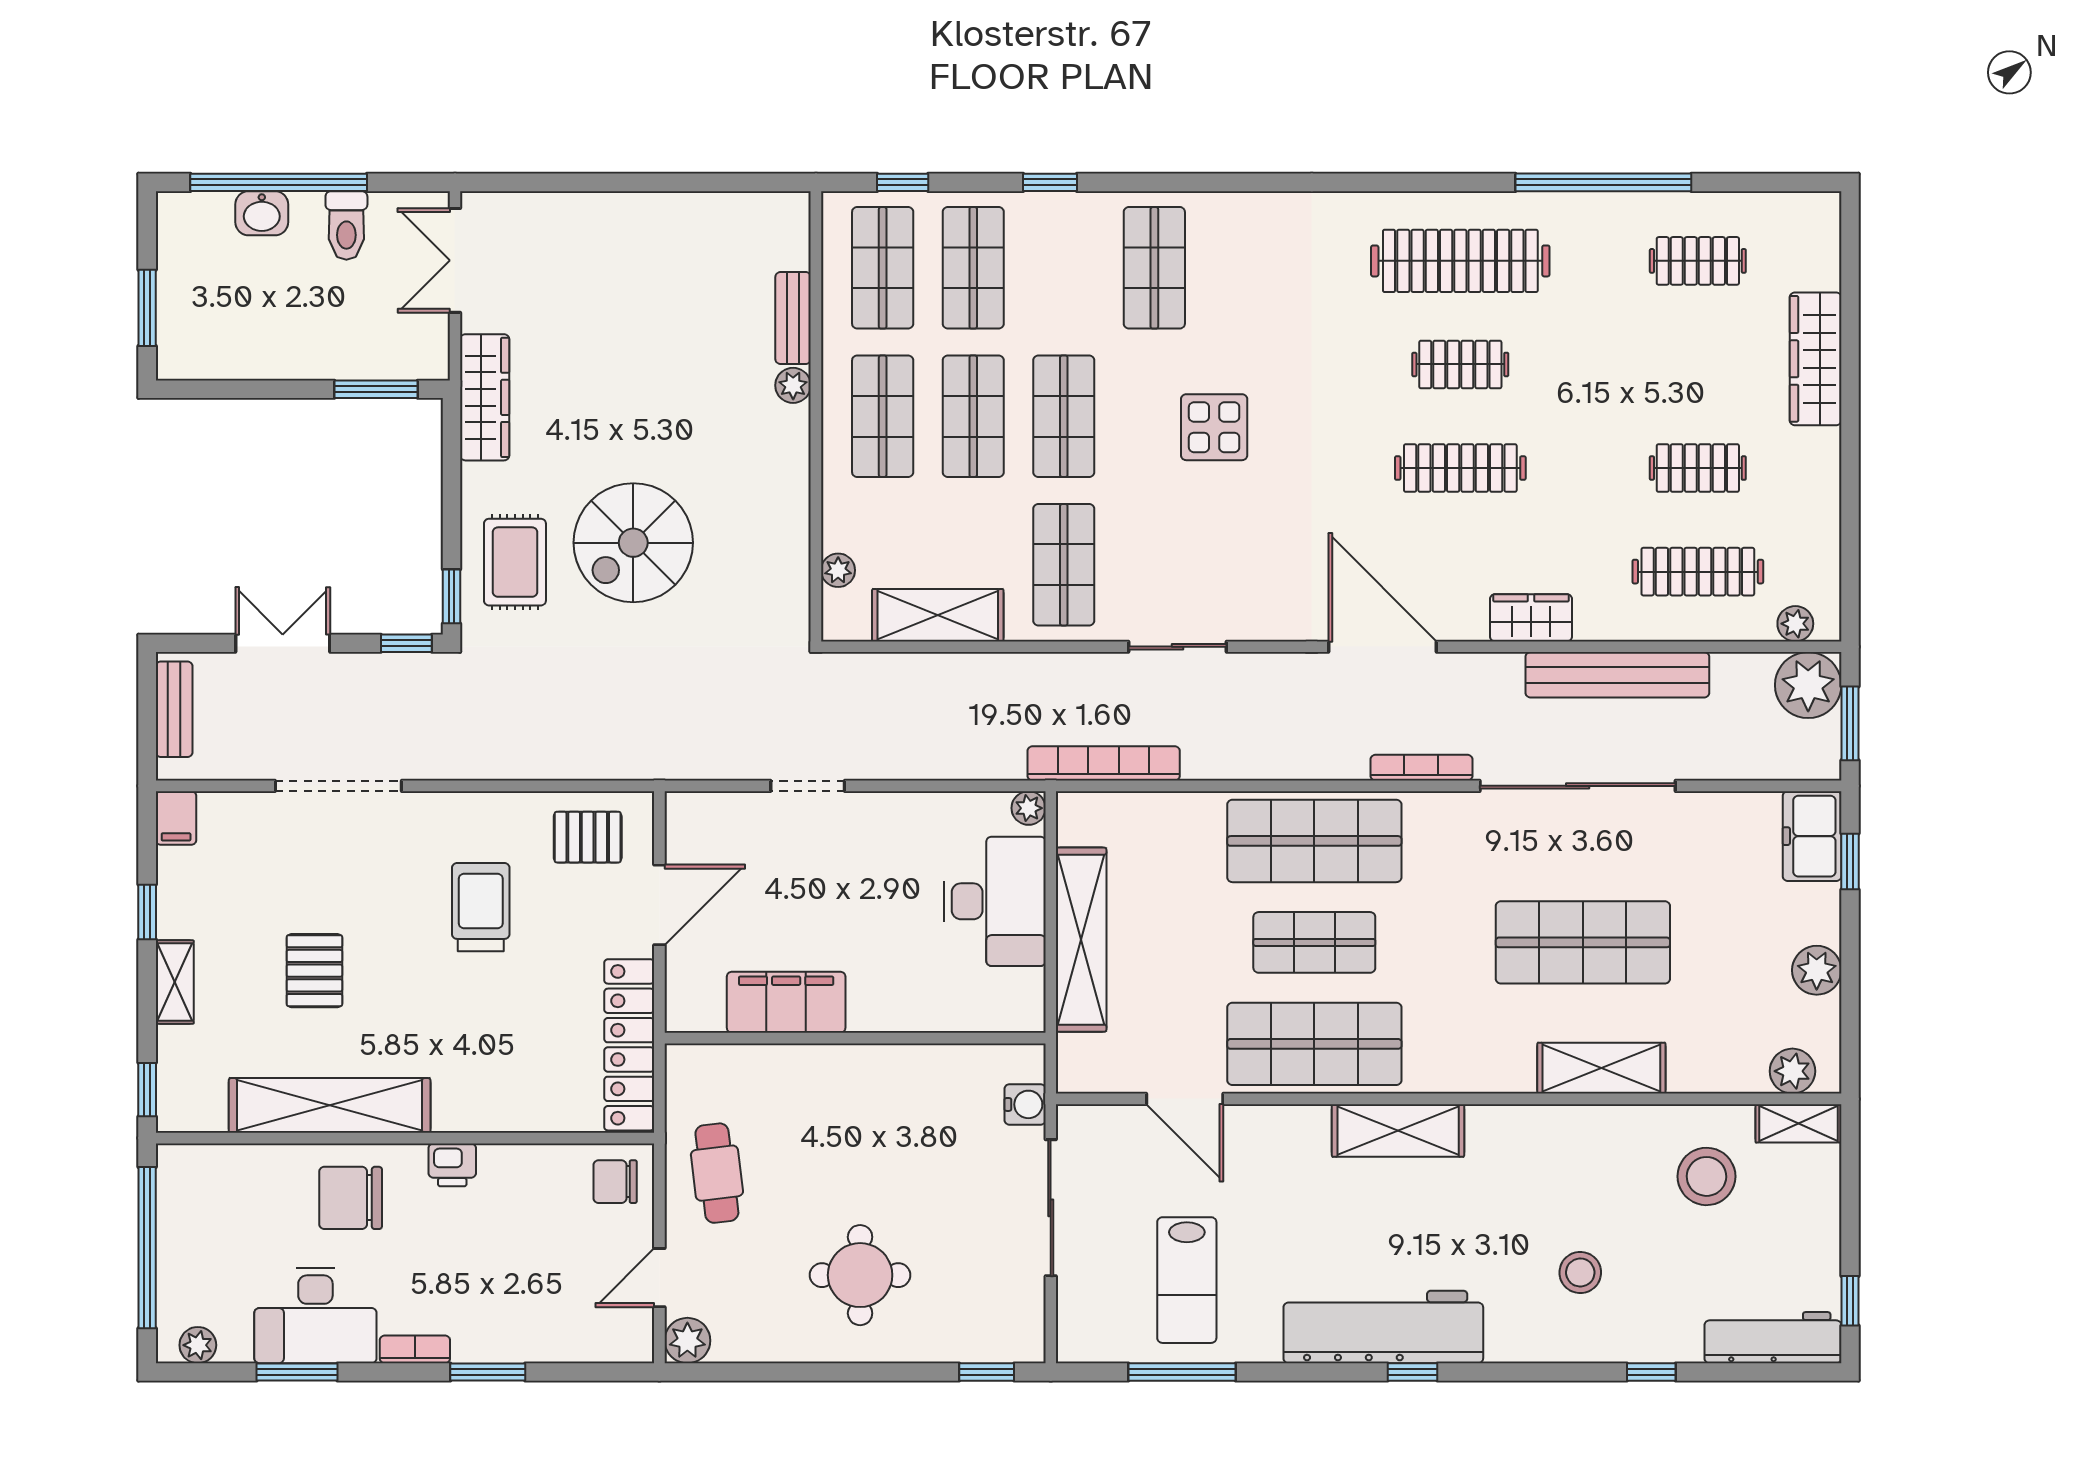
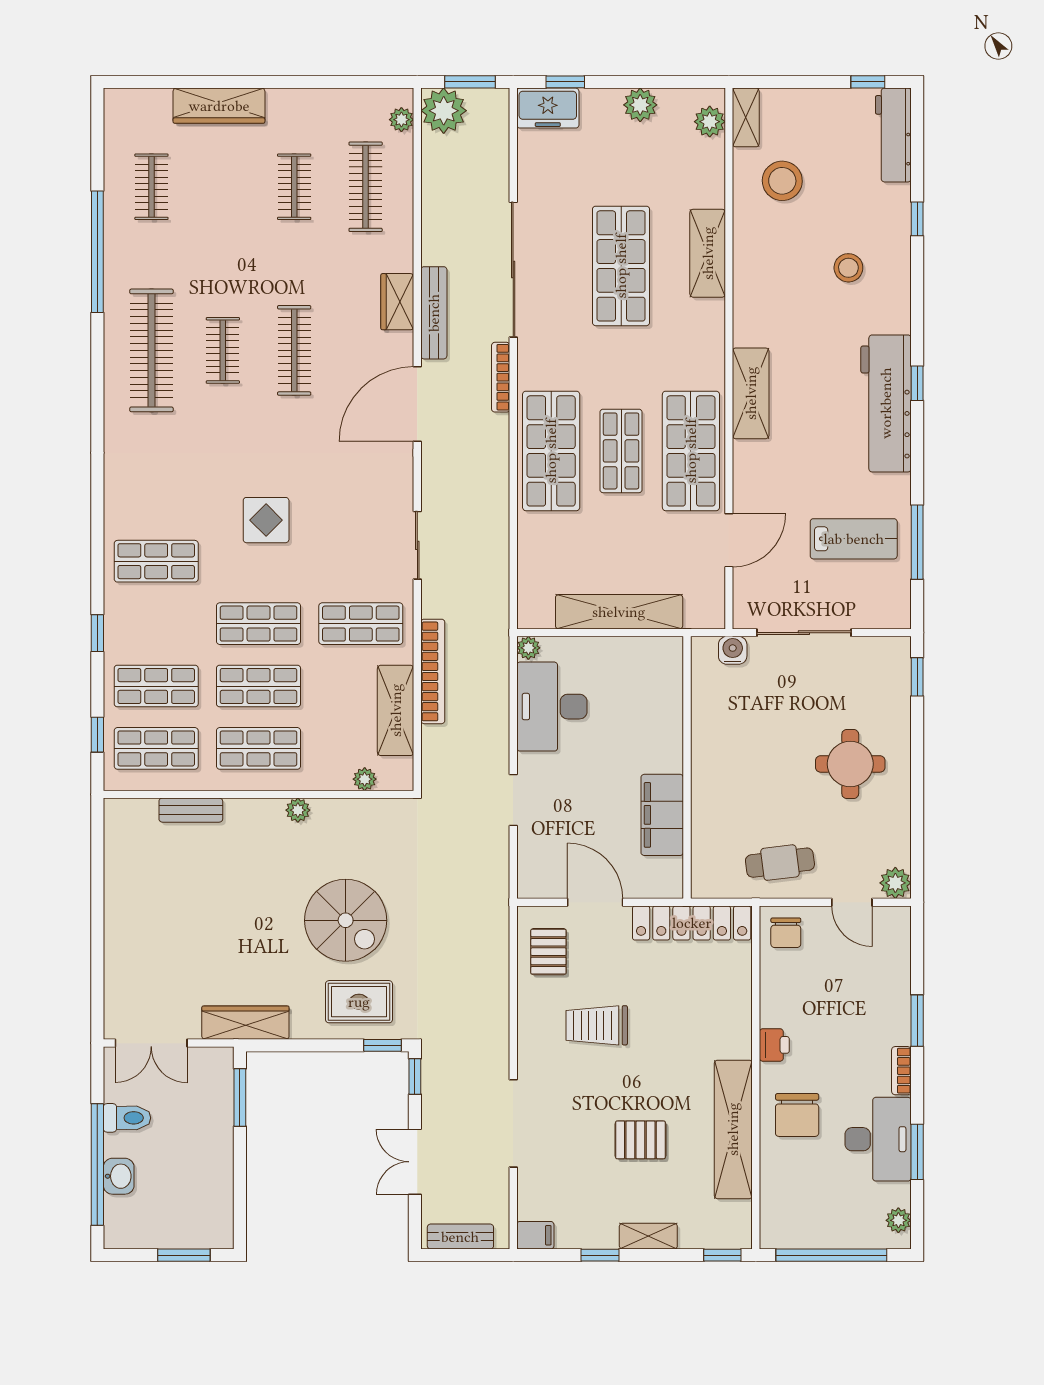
plant: (793, 385) -> (298, 810), moved
bench: (1617, 675) -> (434, 313), moved, width x0.73, depth x0.82
bookcase: (1104, 763) -> (433, 671), moved, turned 180
desk: (995, 901) -> (552, 707), moved, turned -90

